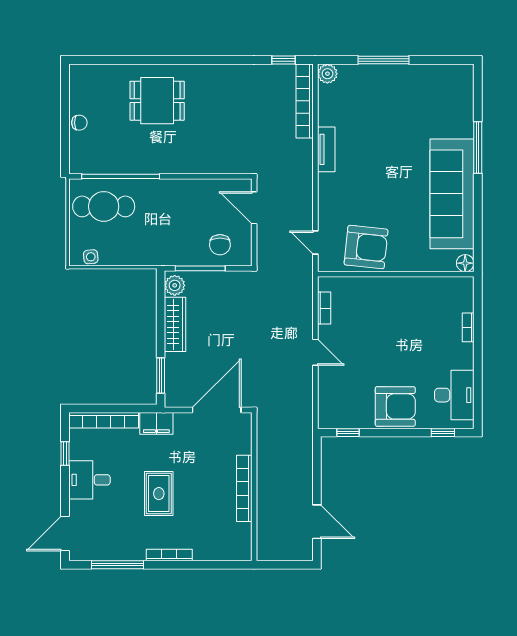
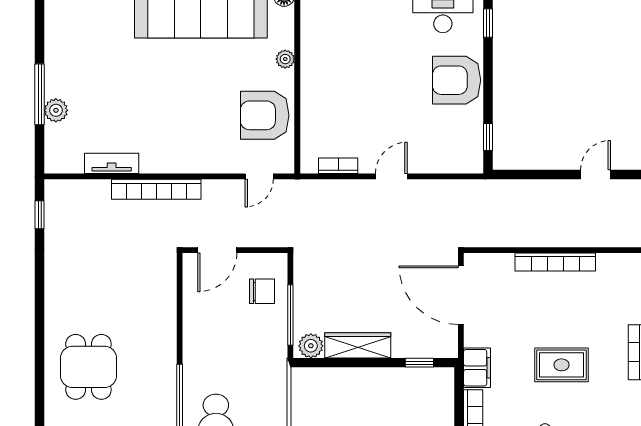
plant: (327, 74) -> (56, 110), moved
bookcase: (305, 101) -> (156, 189), moved
tv unit: (326, 149) -> (112, 163), moved
armchair: (366, 247) -> (265, 115), turned -96
plant: (413, 264) -> (285, 59), added
window: (161, 376) -> (419, 363), width x0.67
armchair: (395, 406) -> (457, 80), turned -90
door: (317, 522) -> (595, 175), width x0.73

